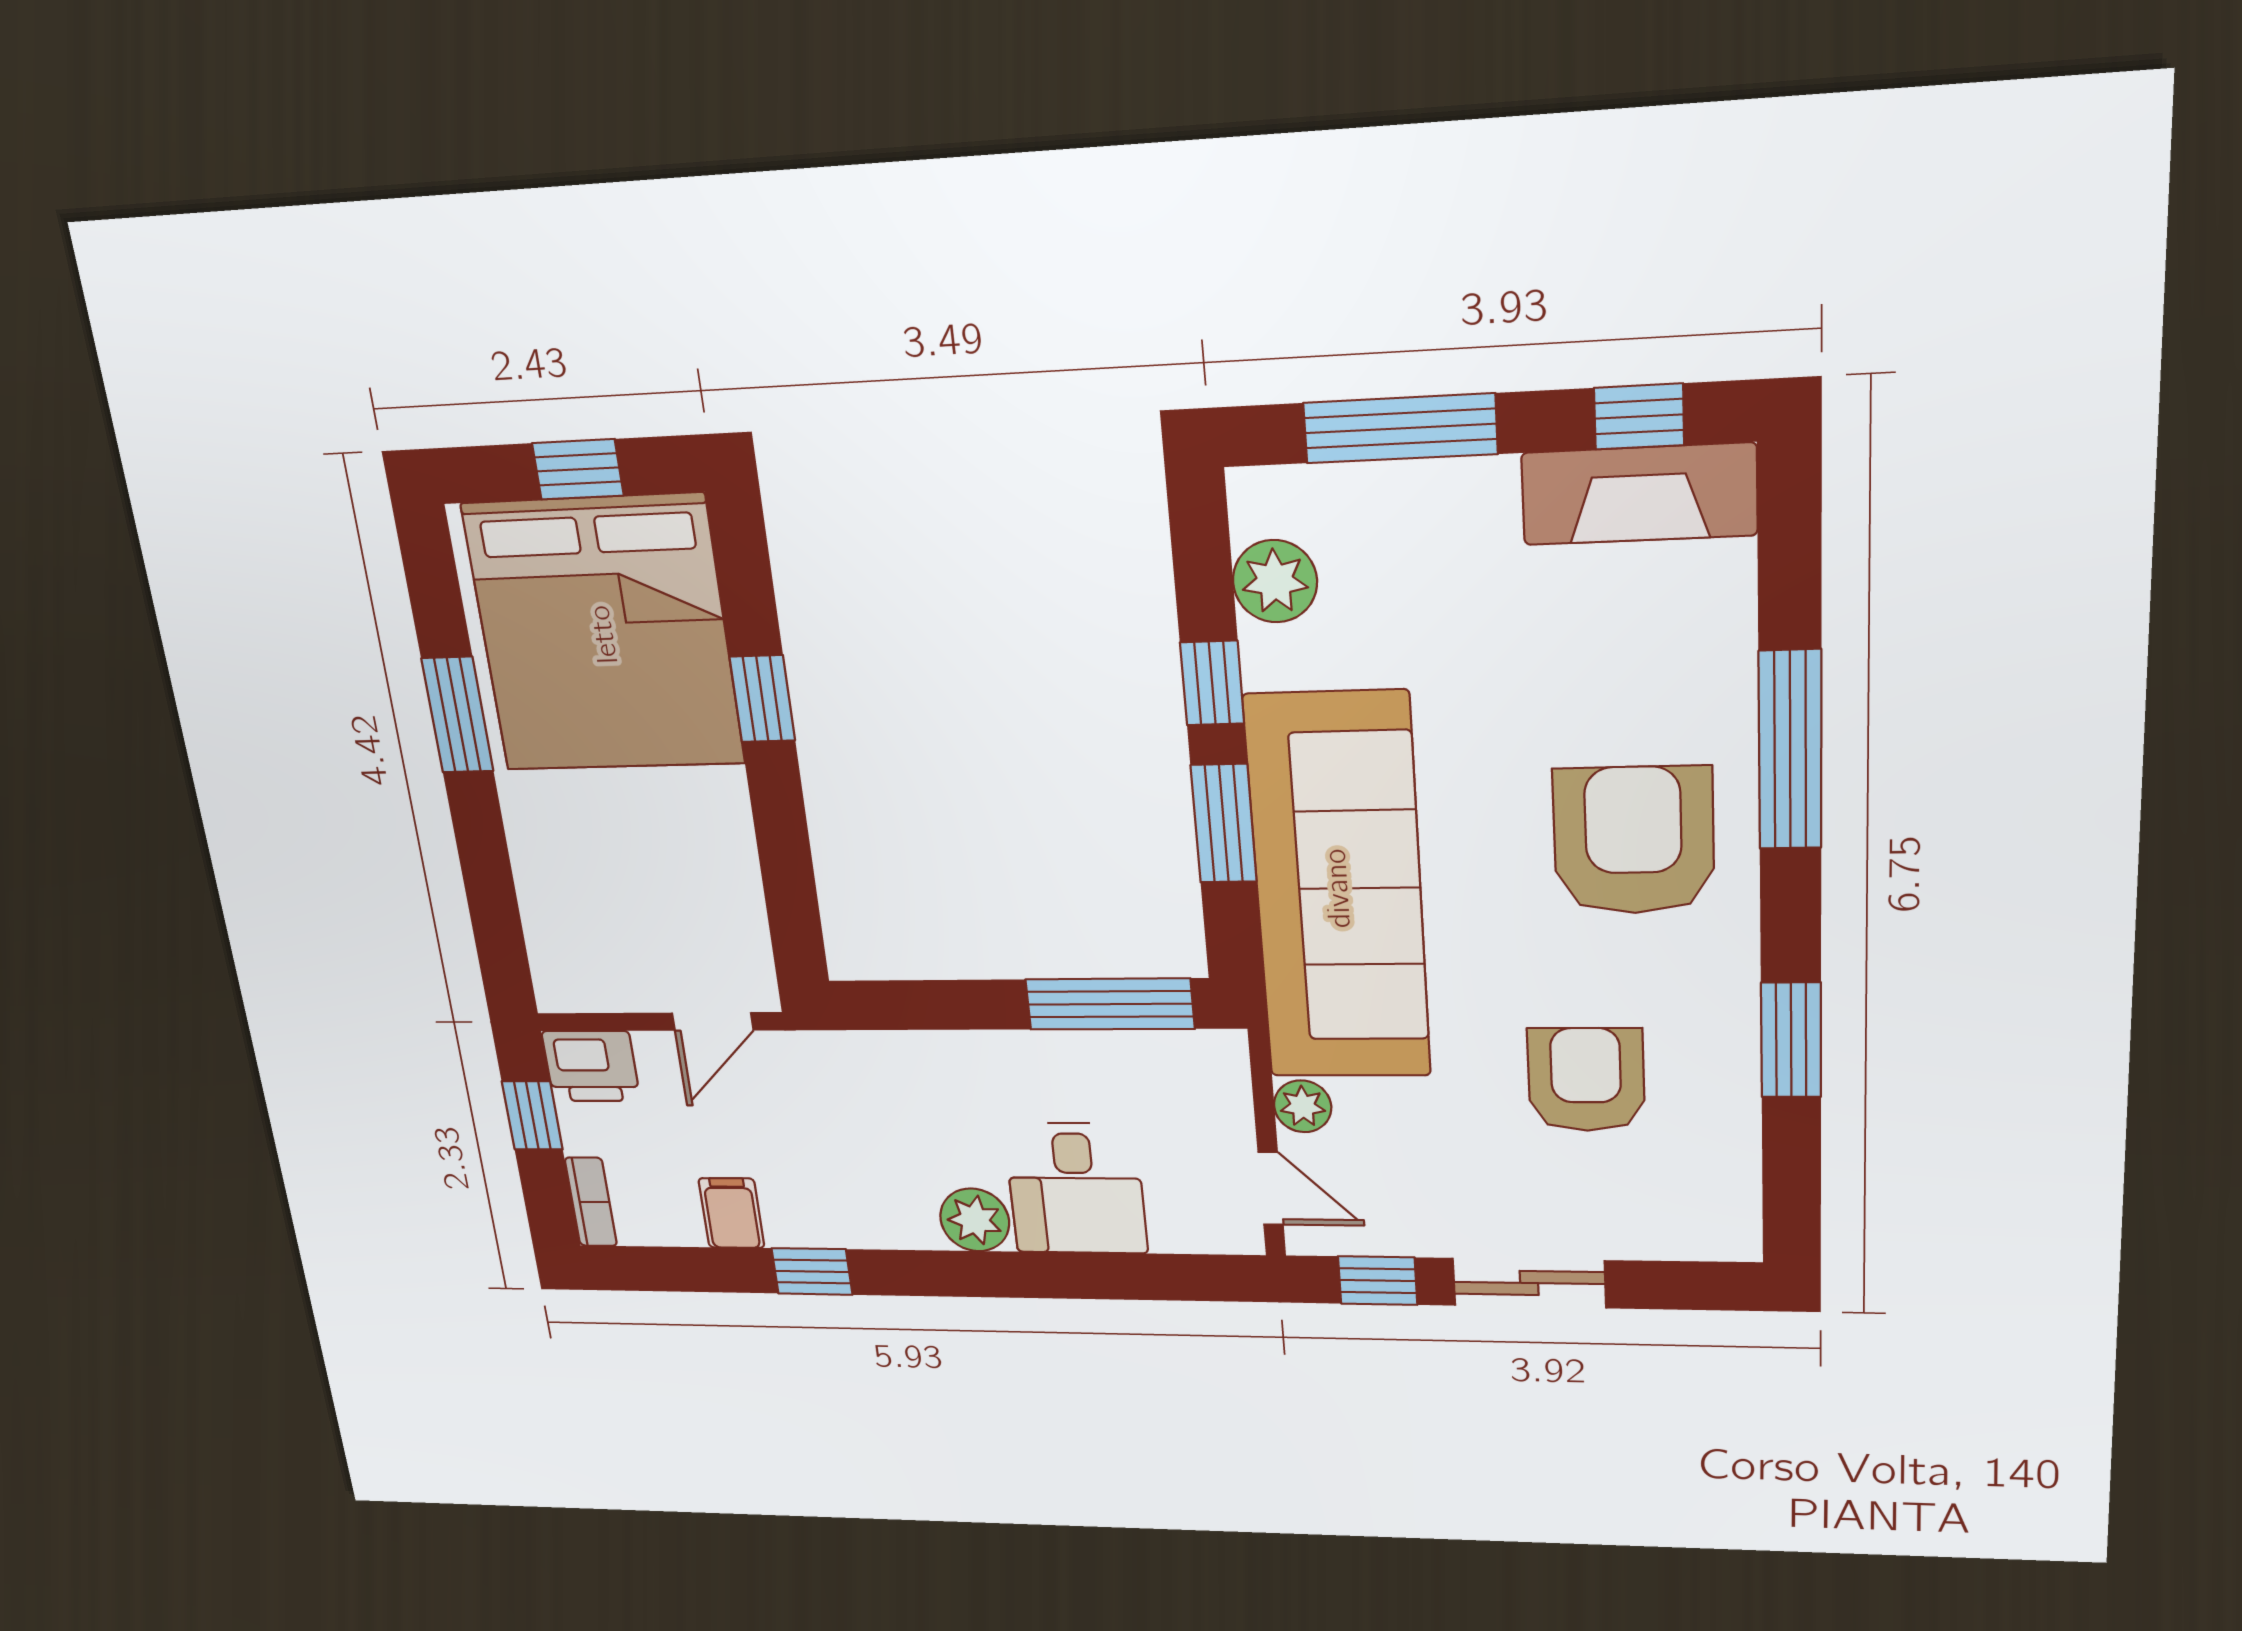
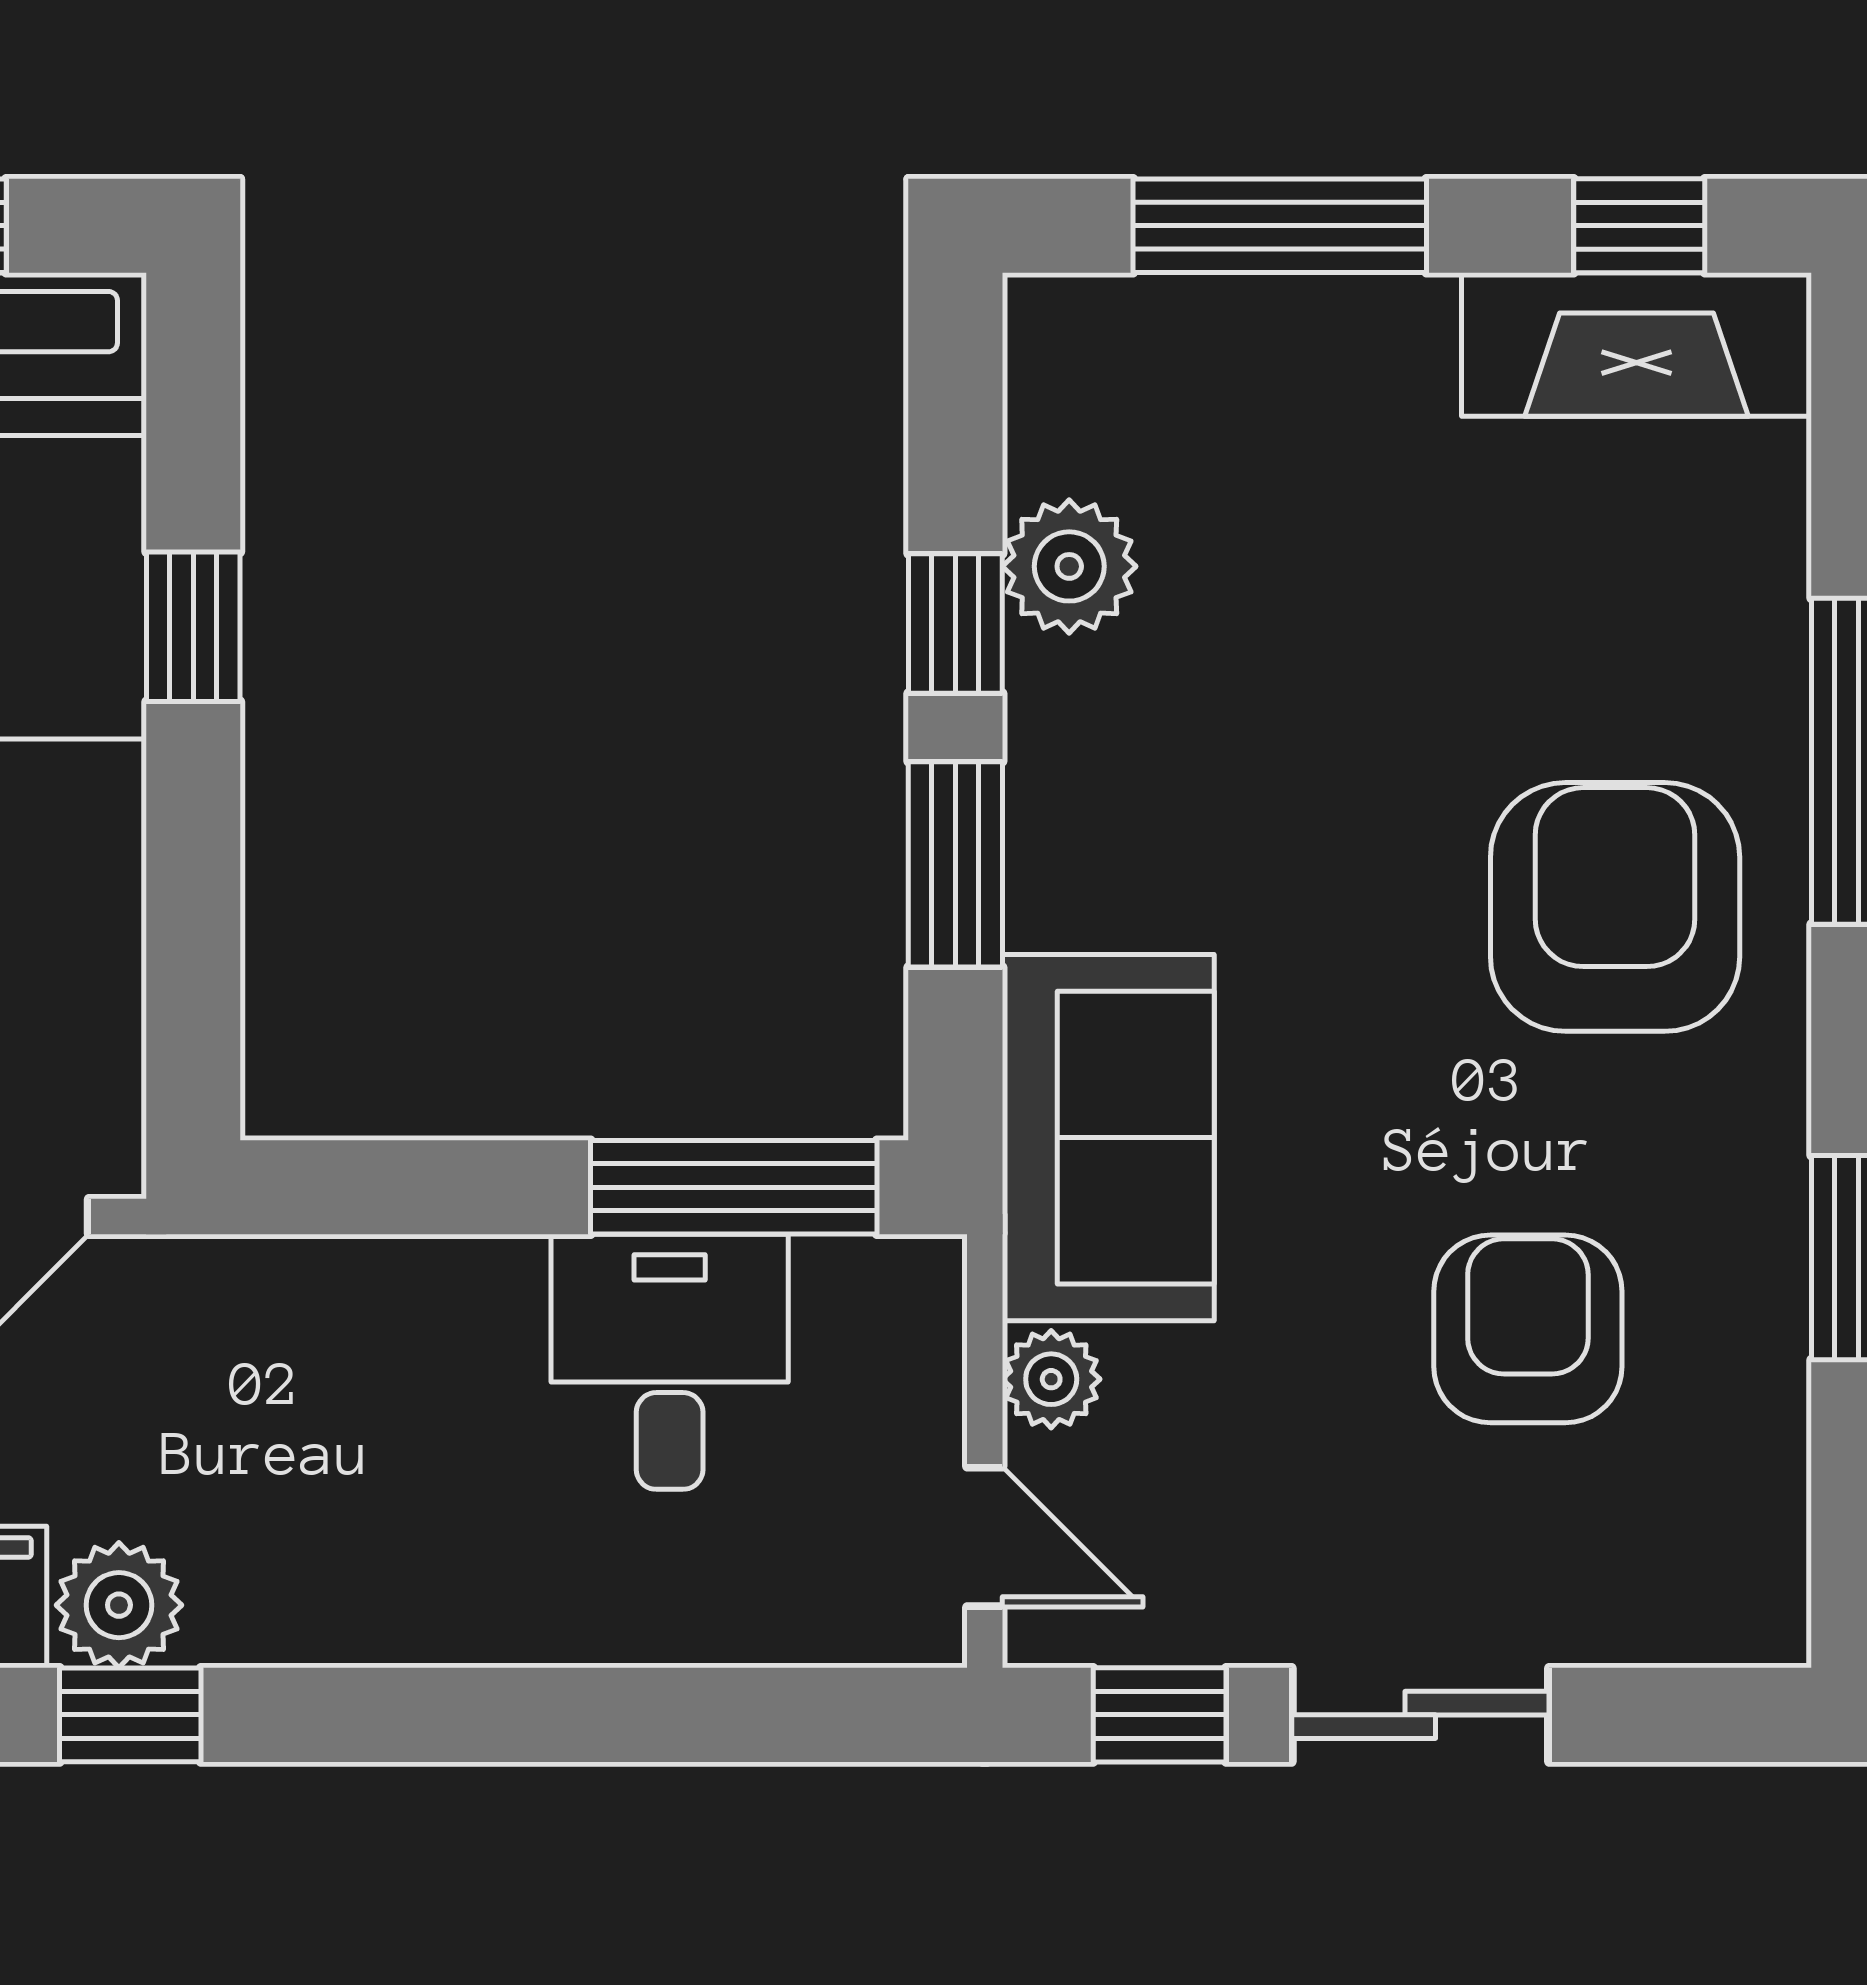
plant: (1275, 581) -> (1069, 566), moved
sofa: (1338, 888) -> (1108, 1138), width x0.54, depth x0.79
desk: (1076, 1188) -> (670, 1362), moved, turned 180
plant: (975, 1220) -> (119, 1605), moved

